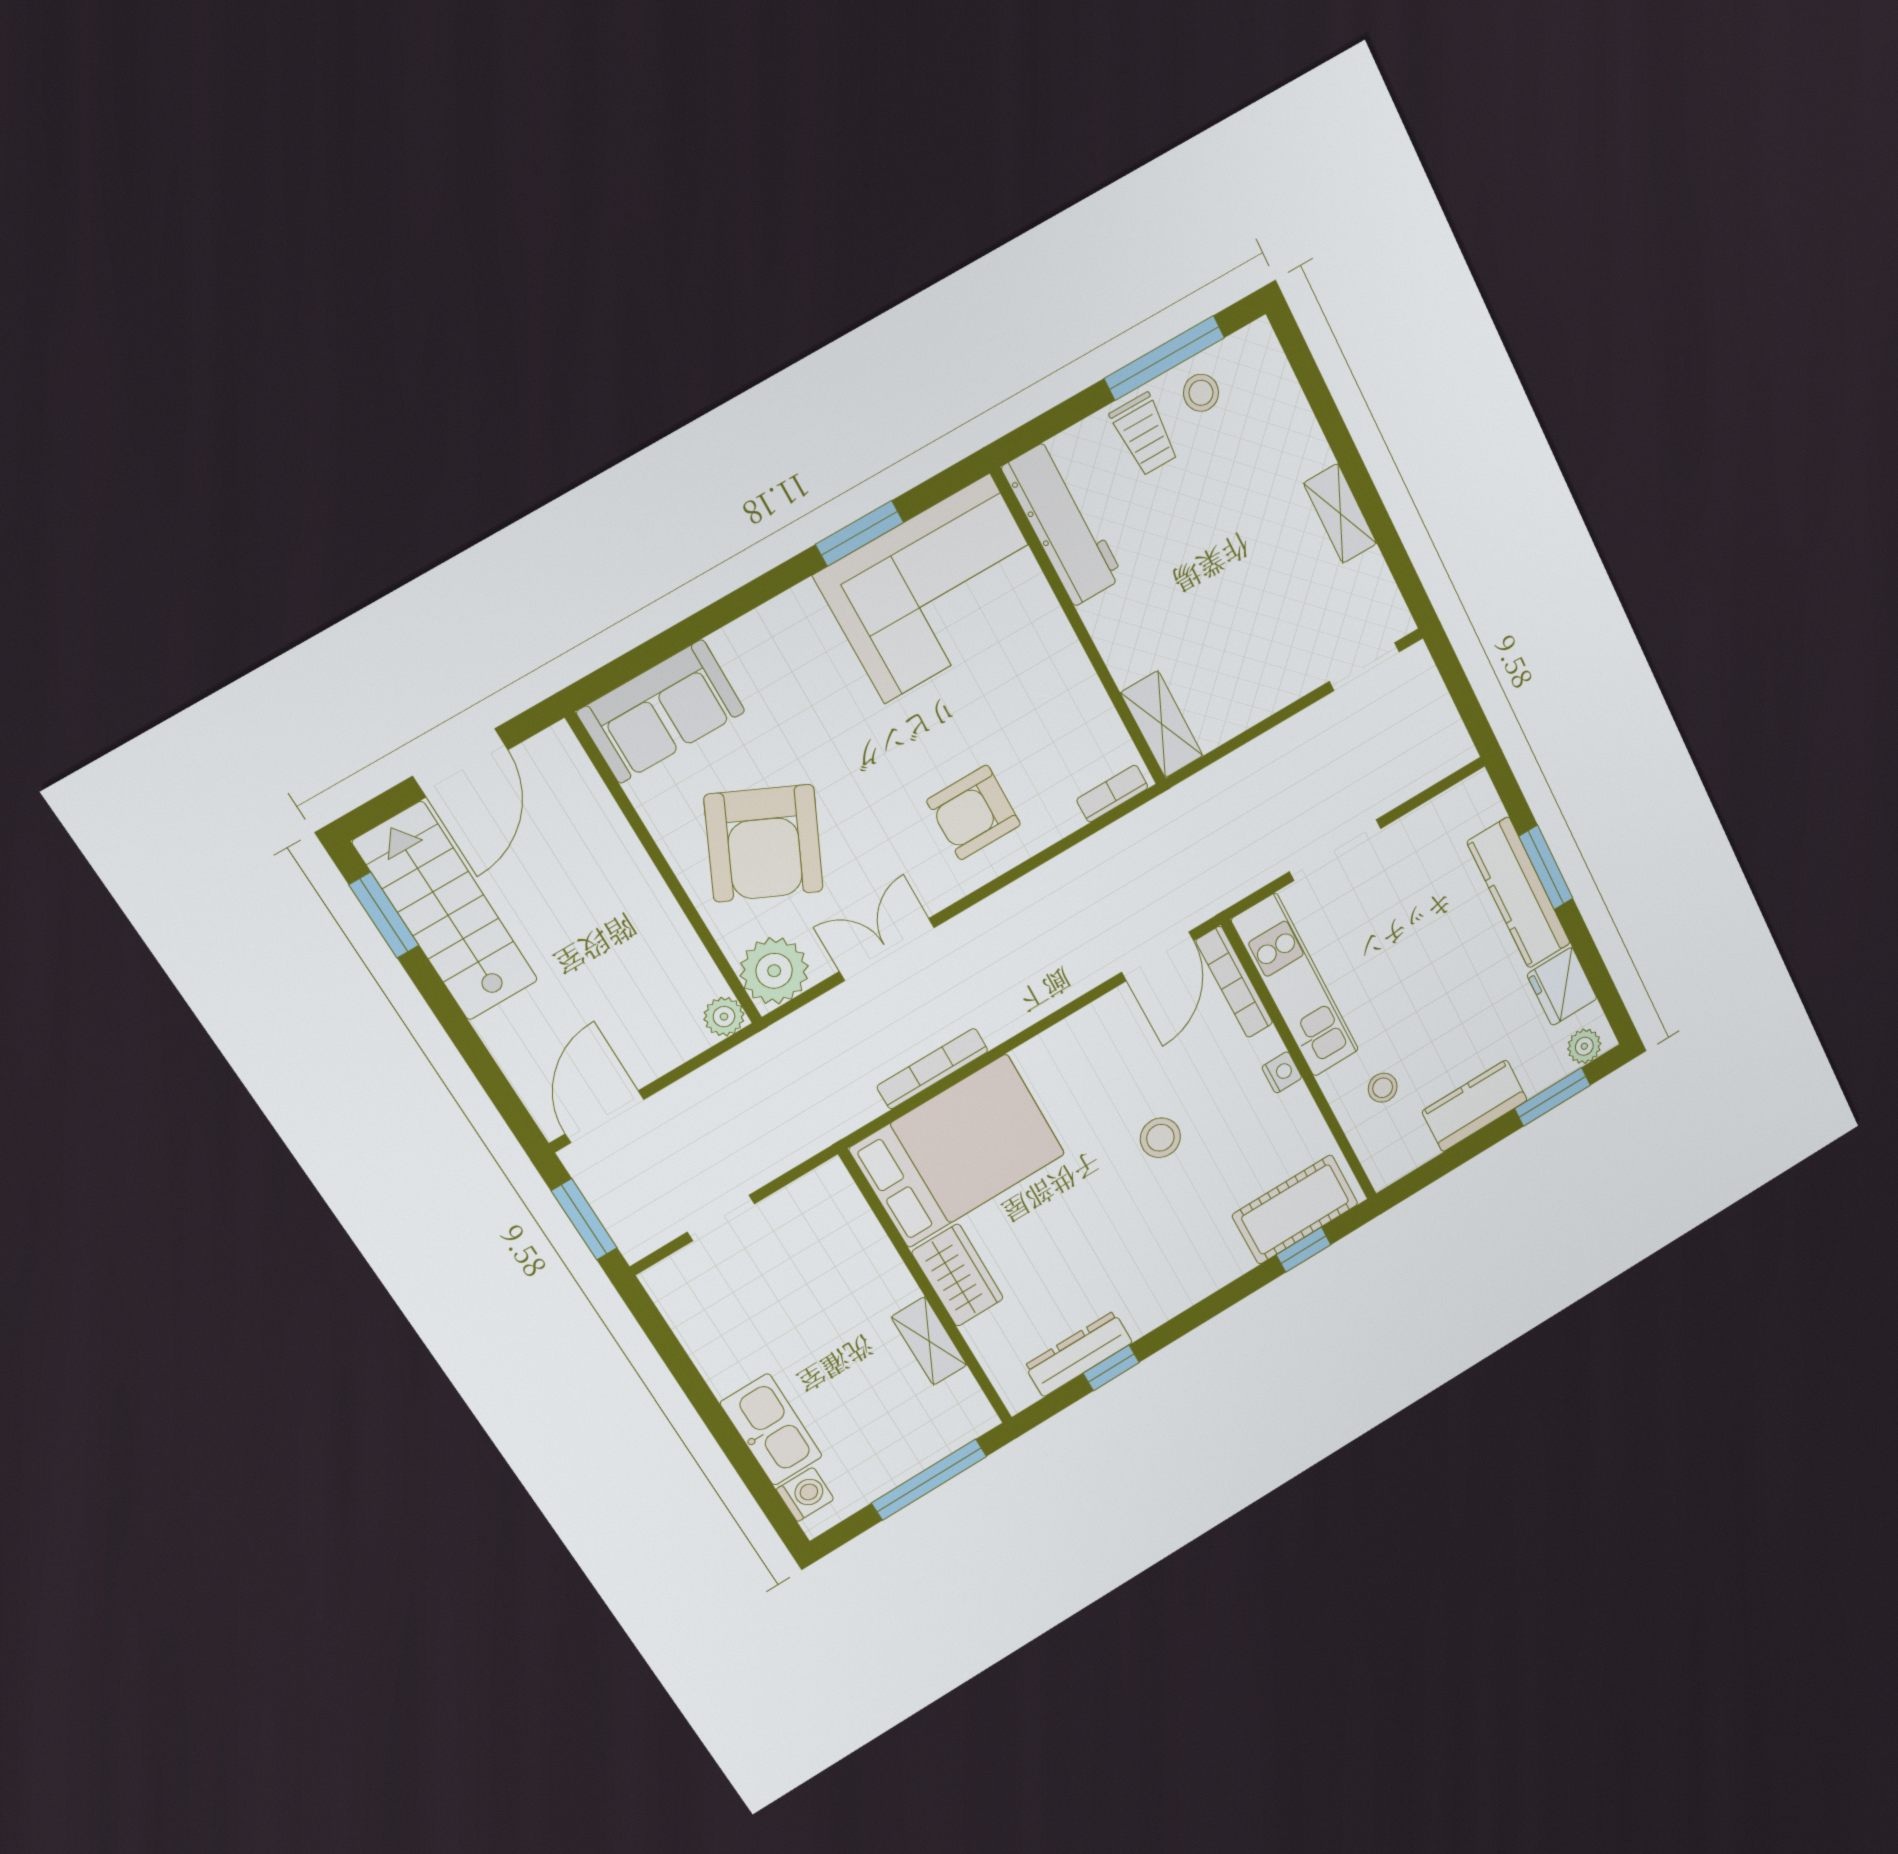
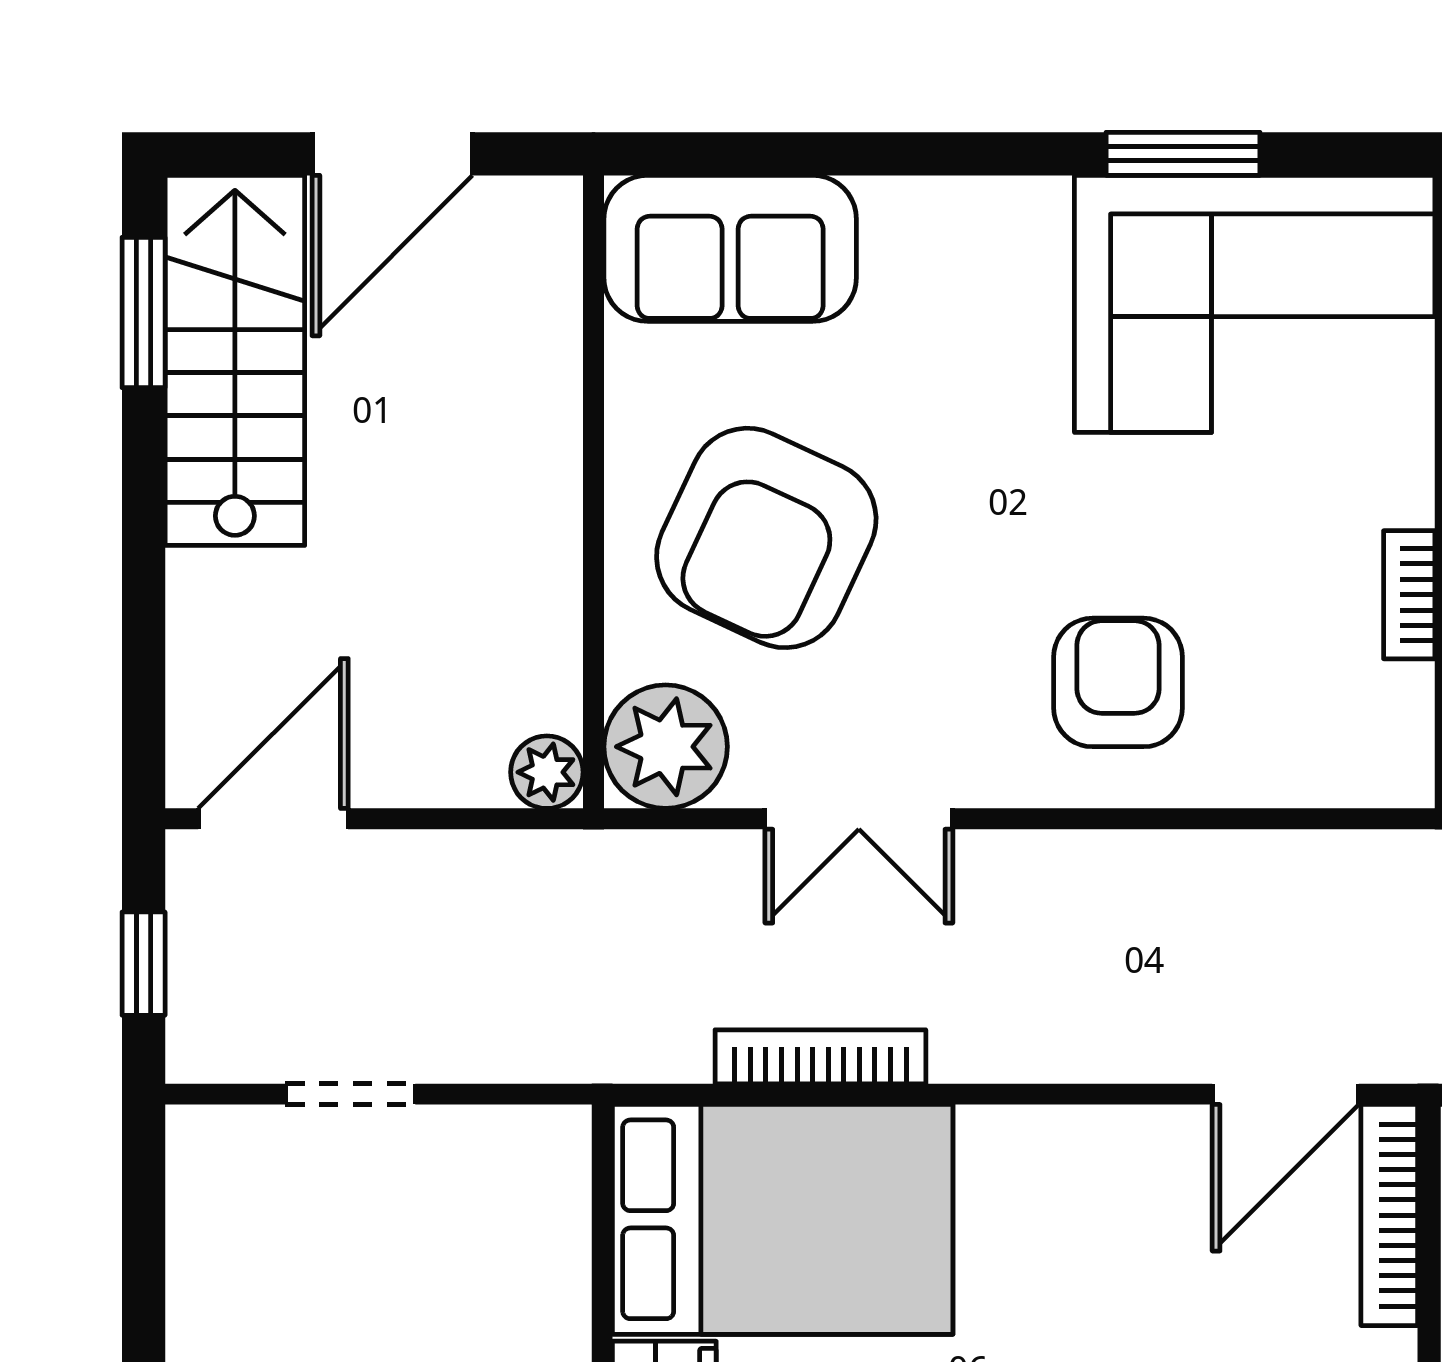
bookcase: (1112, 794) -> (1409, 595), moved, turned -90
armchair: (974, 813) -> (1118, 682), turned 90
double door: (887, 949) -> (859, 819), swing flipped
window: (584, 1219) -> (144, 964), width x0.67

